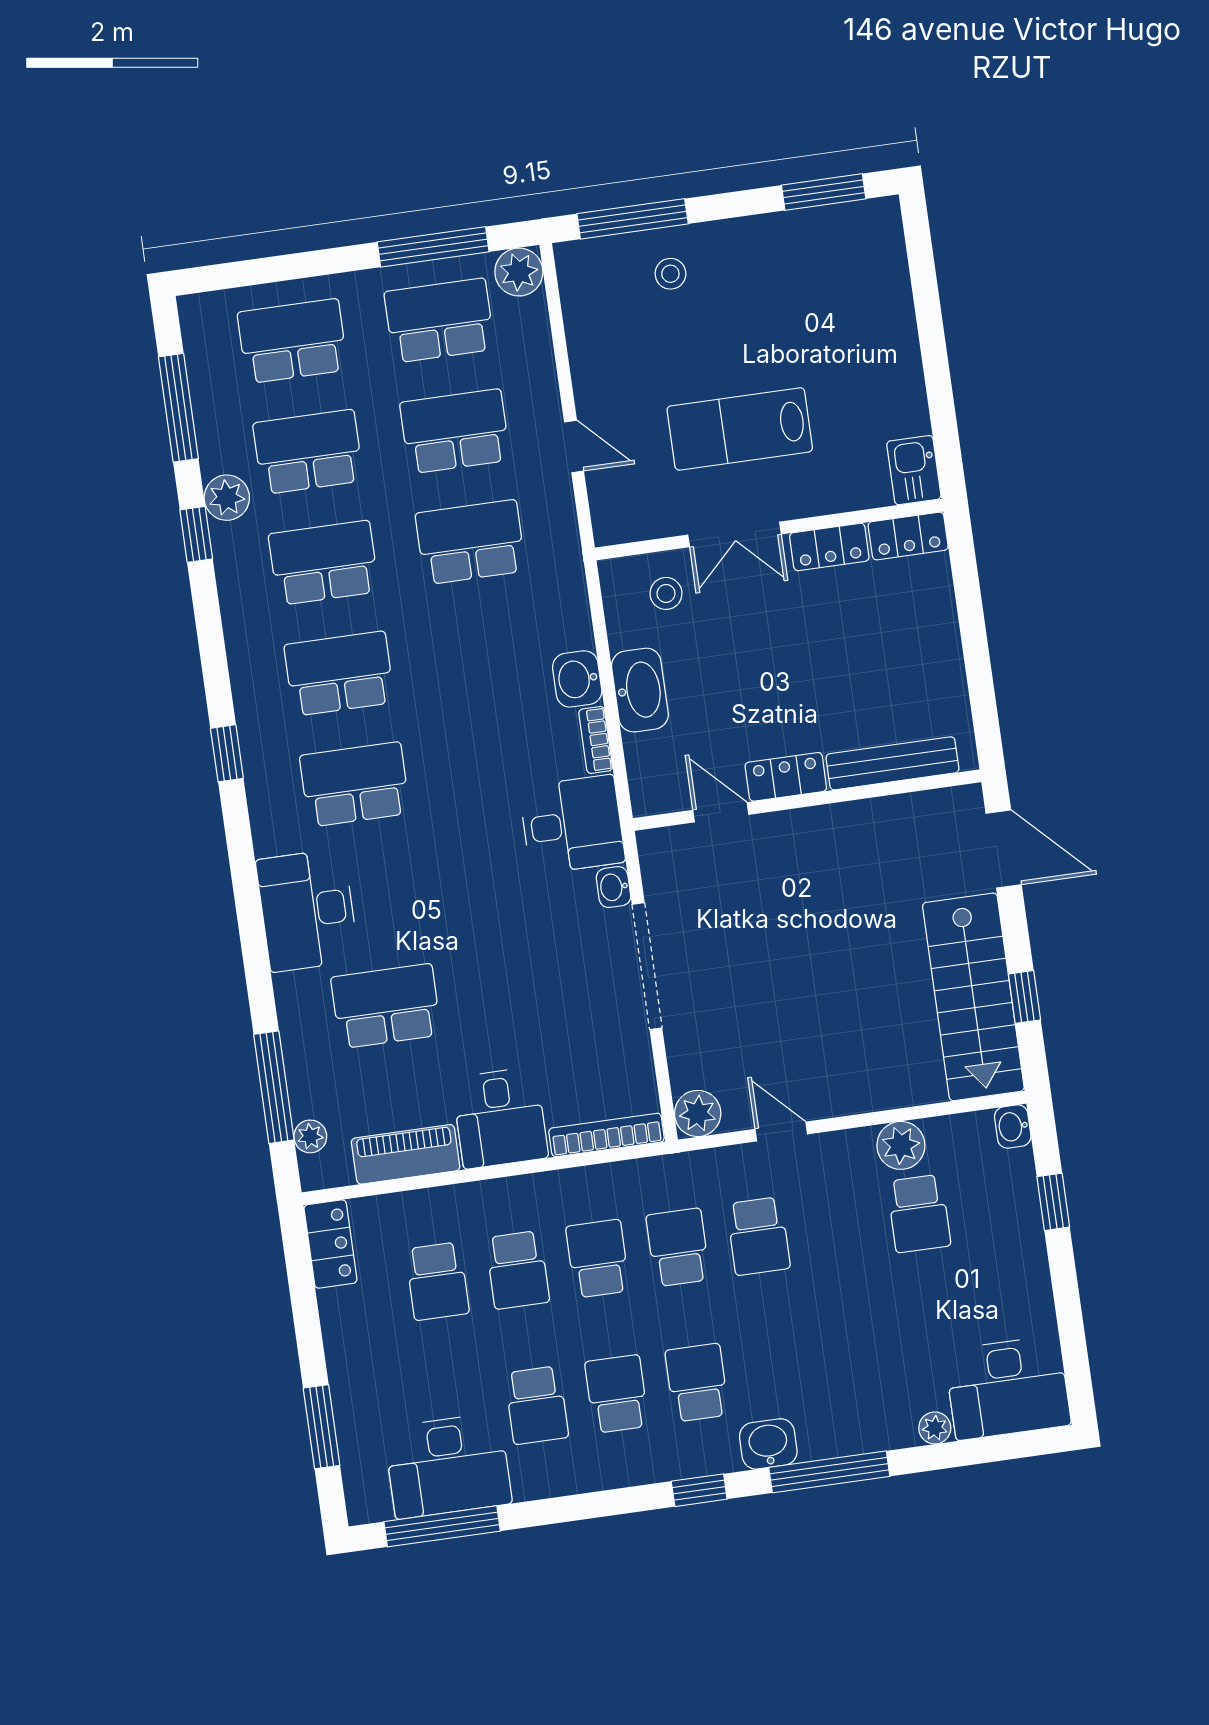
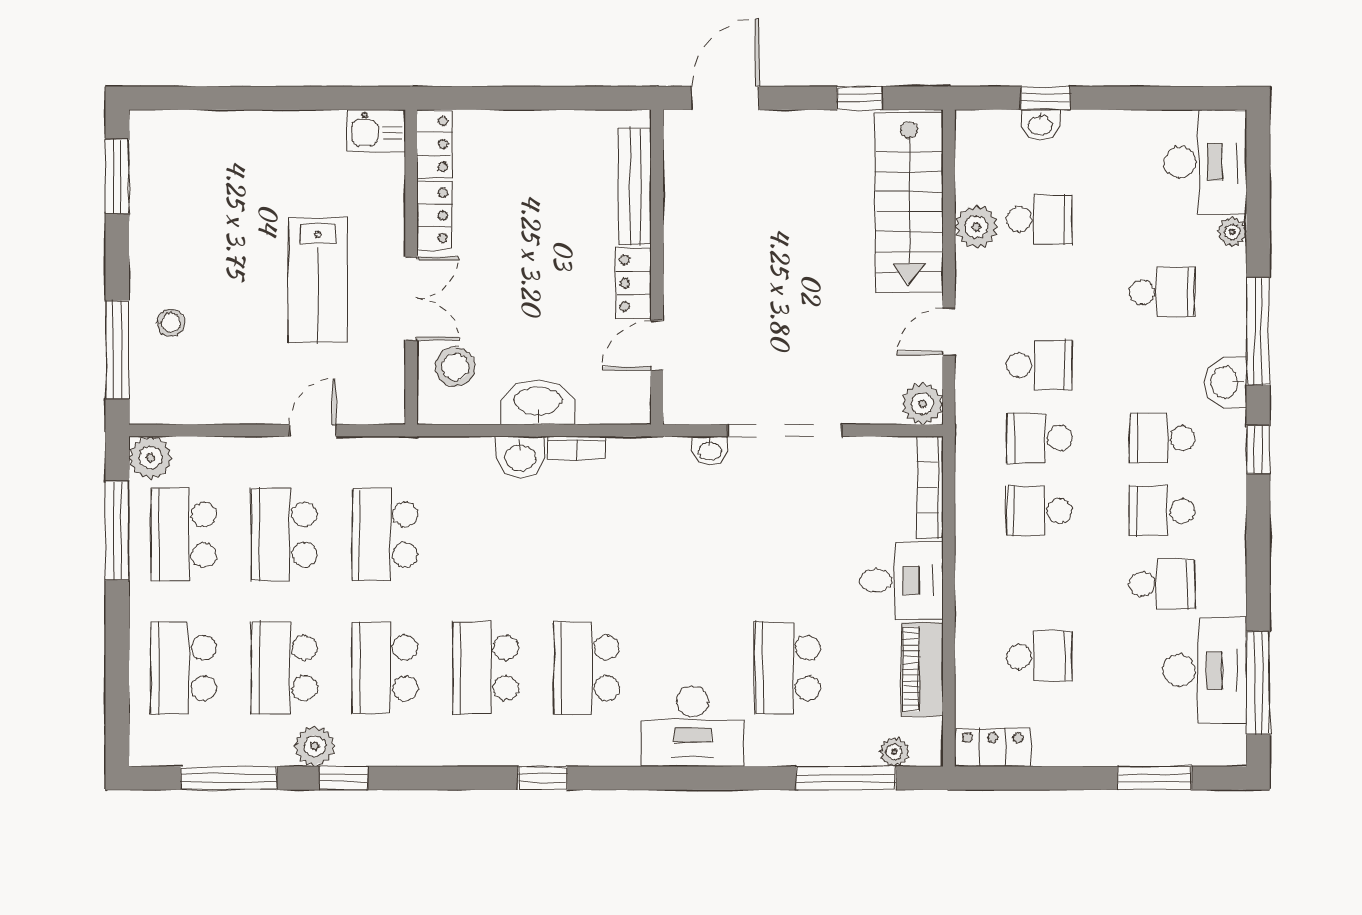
stool: (666, 593) -> (455, 367), width x1.37, depth x1.37
desk: (572, 825) -> (649, 479), removed
stairs: (973, 997) -> (909, 202), moved, turned 90
washbasin: (1013, 1126) -> (1040, 125), moved
school desk: (517, 1270) -> (1162, 292), moved

